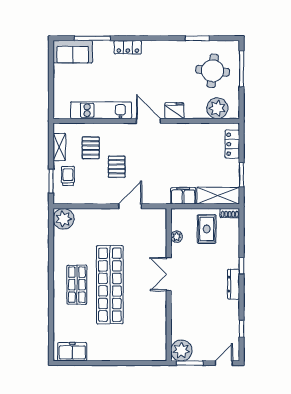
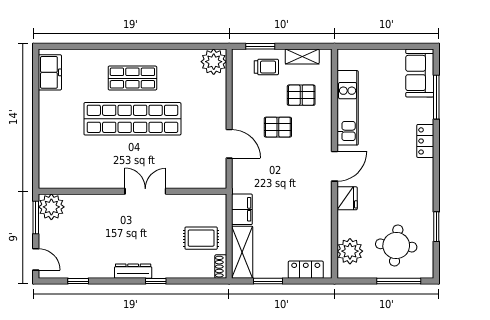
plant: (177, 237) -> (192, 201), removed

